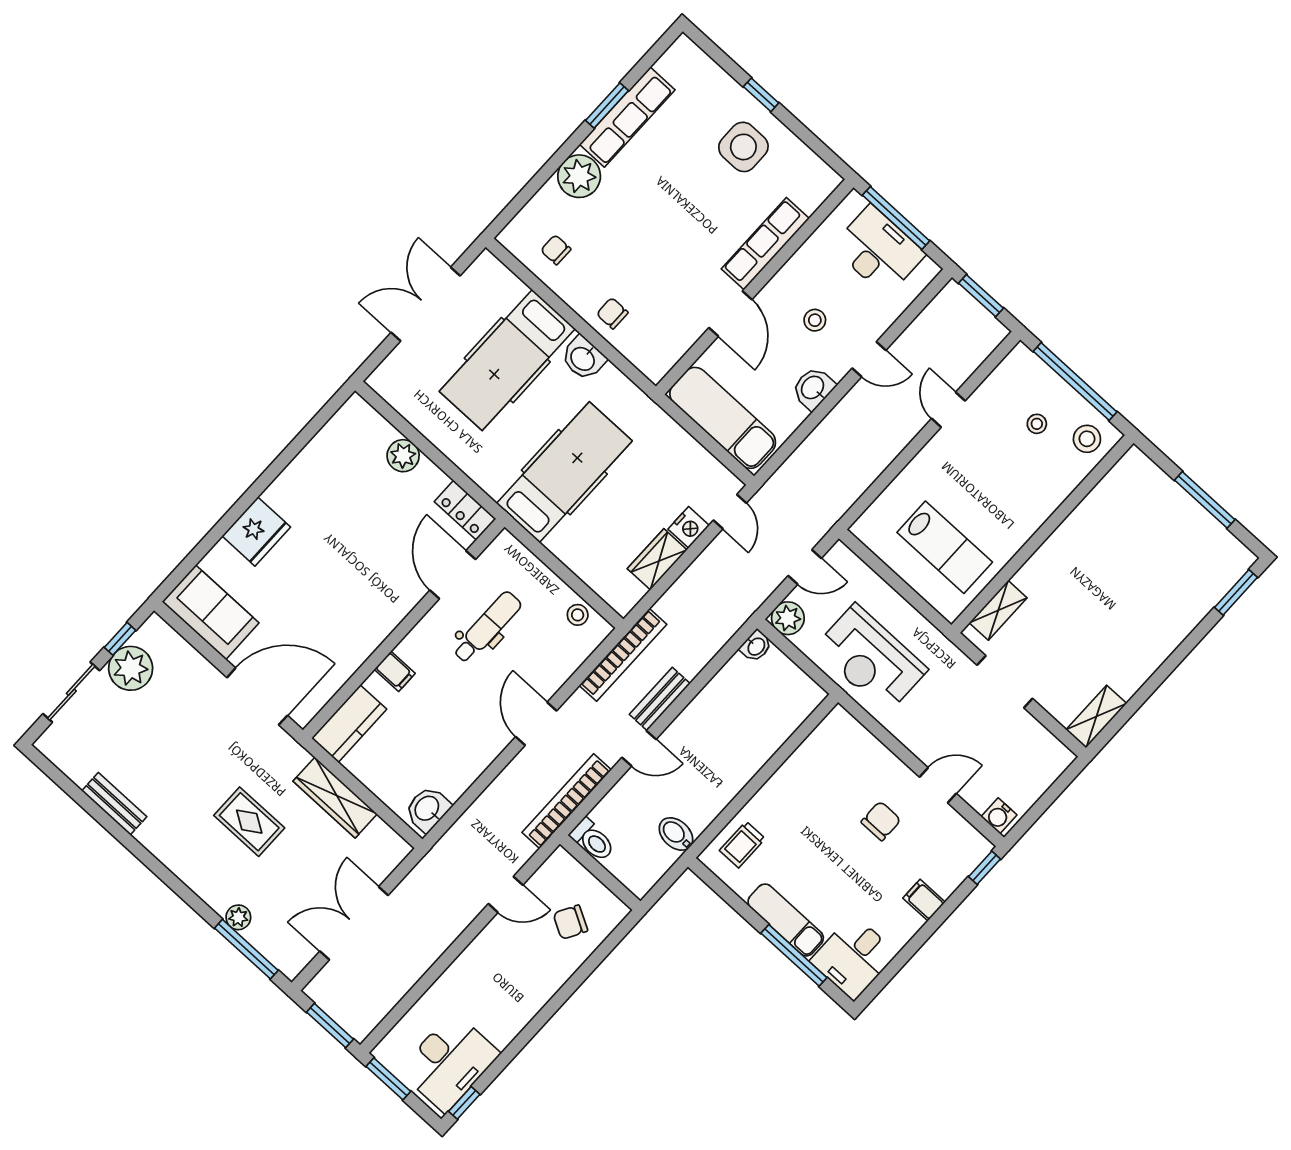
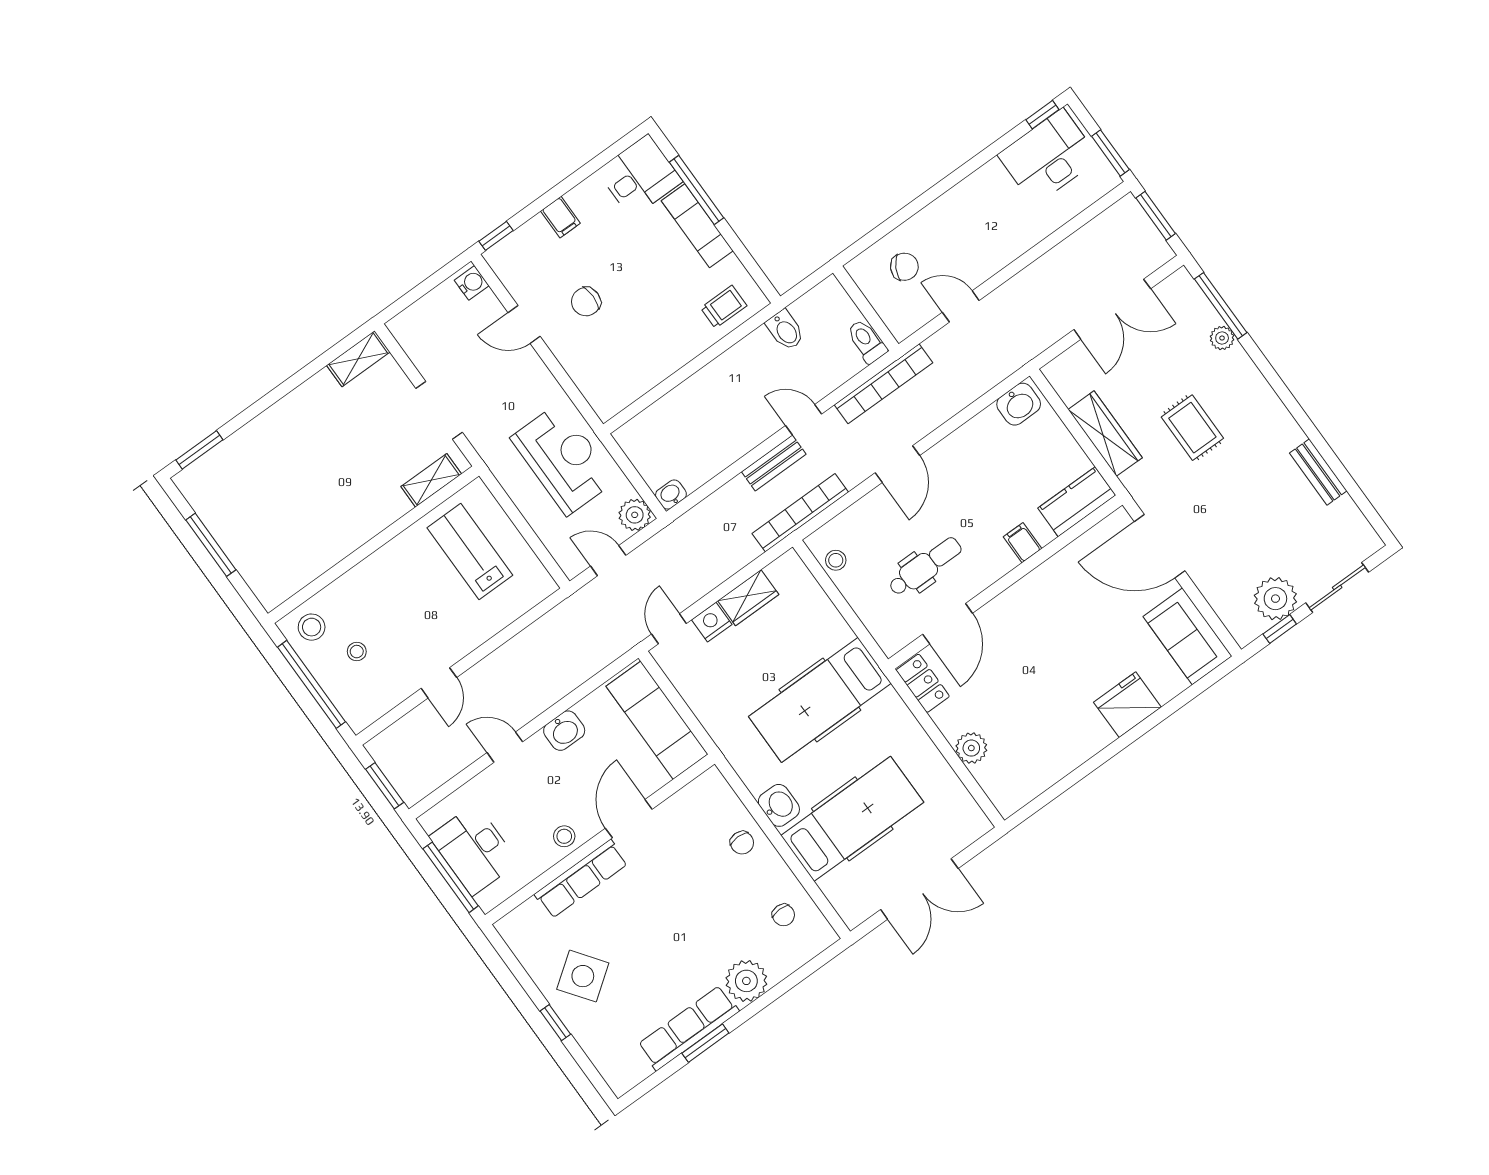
side table: (743, 147) -> (583, 976), turned -36
stool: (815, 320) -> (564, 836), moved
dental chair: (487, 627) -> (925, 566), turned 180

